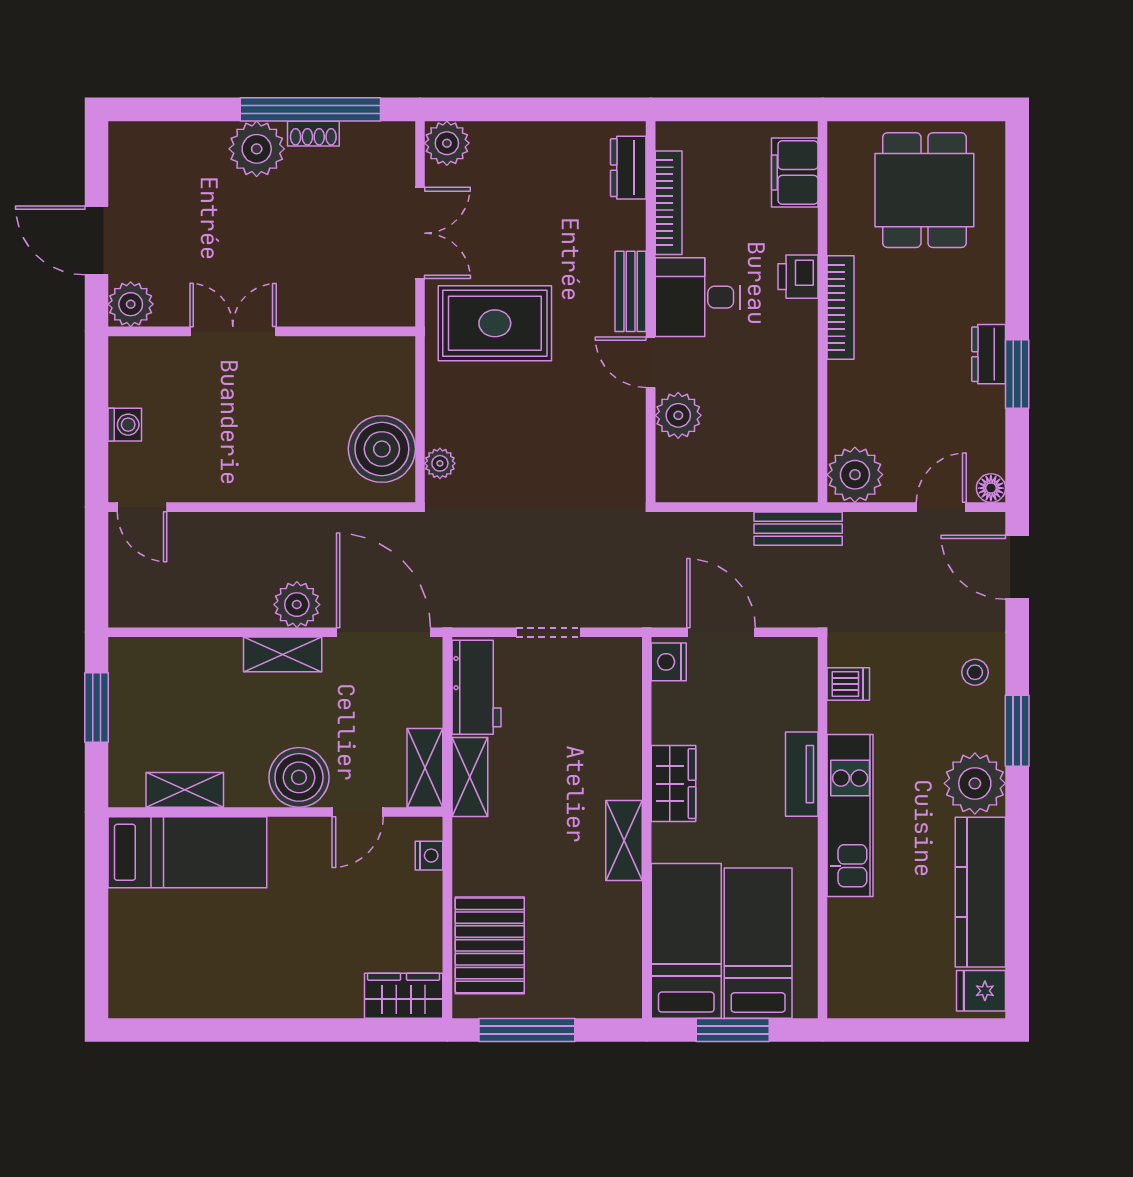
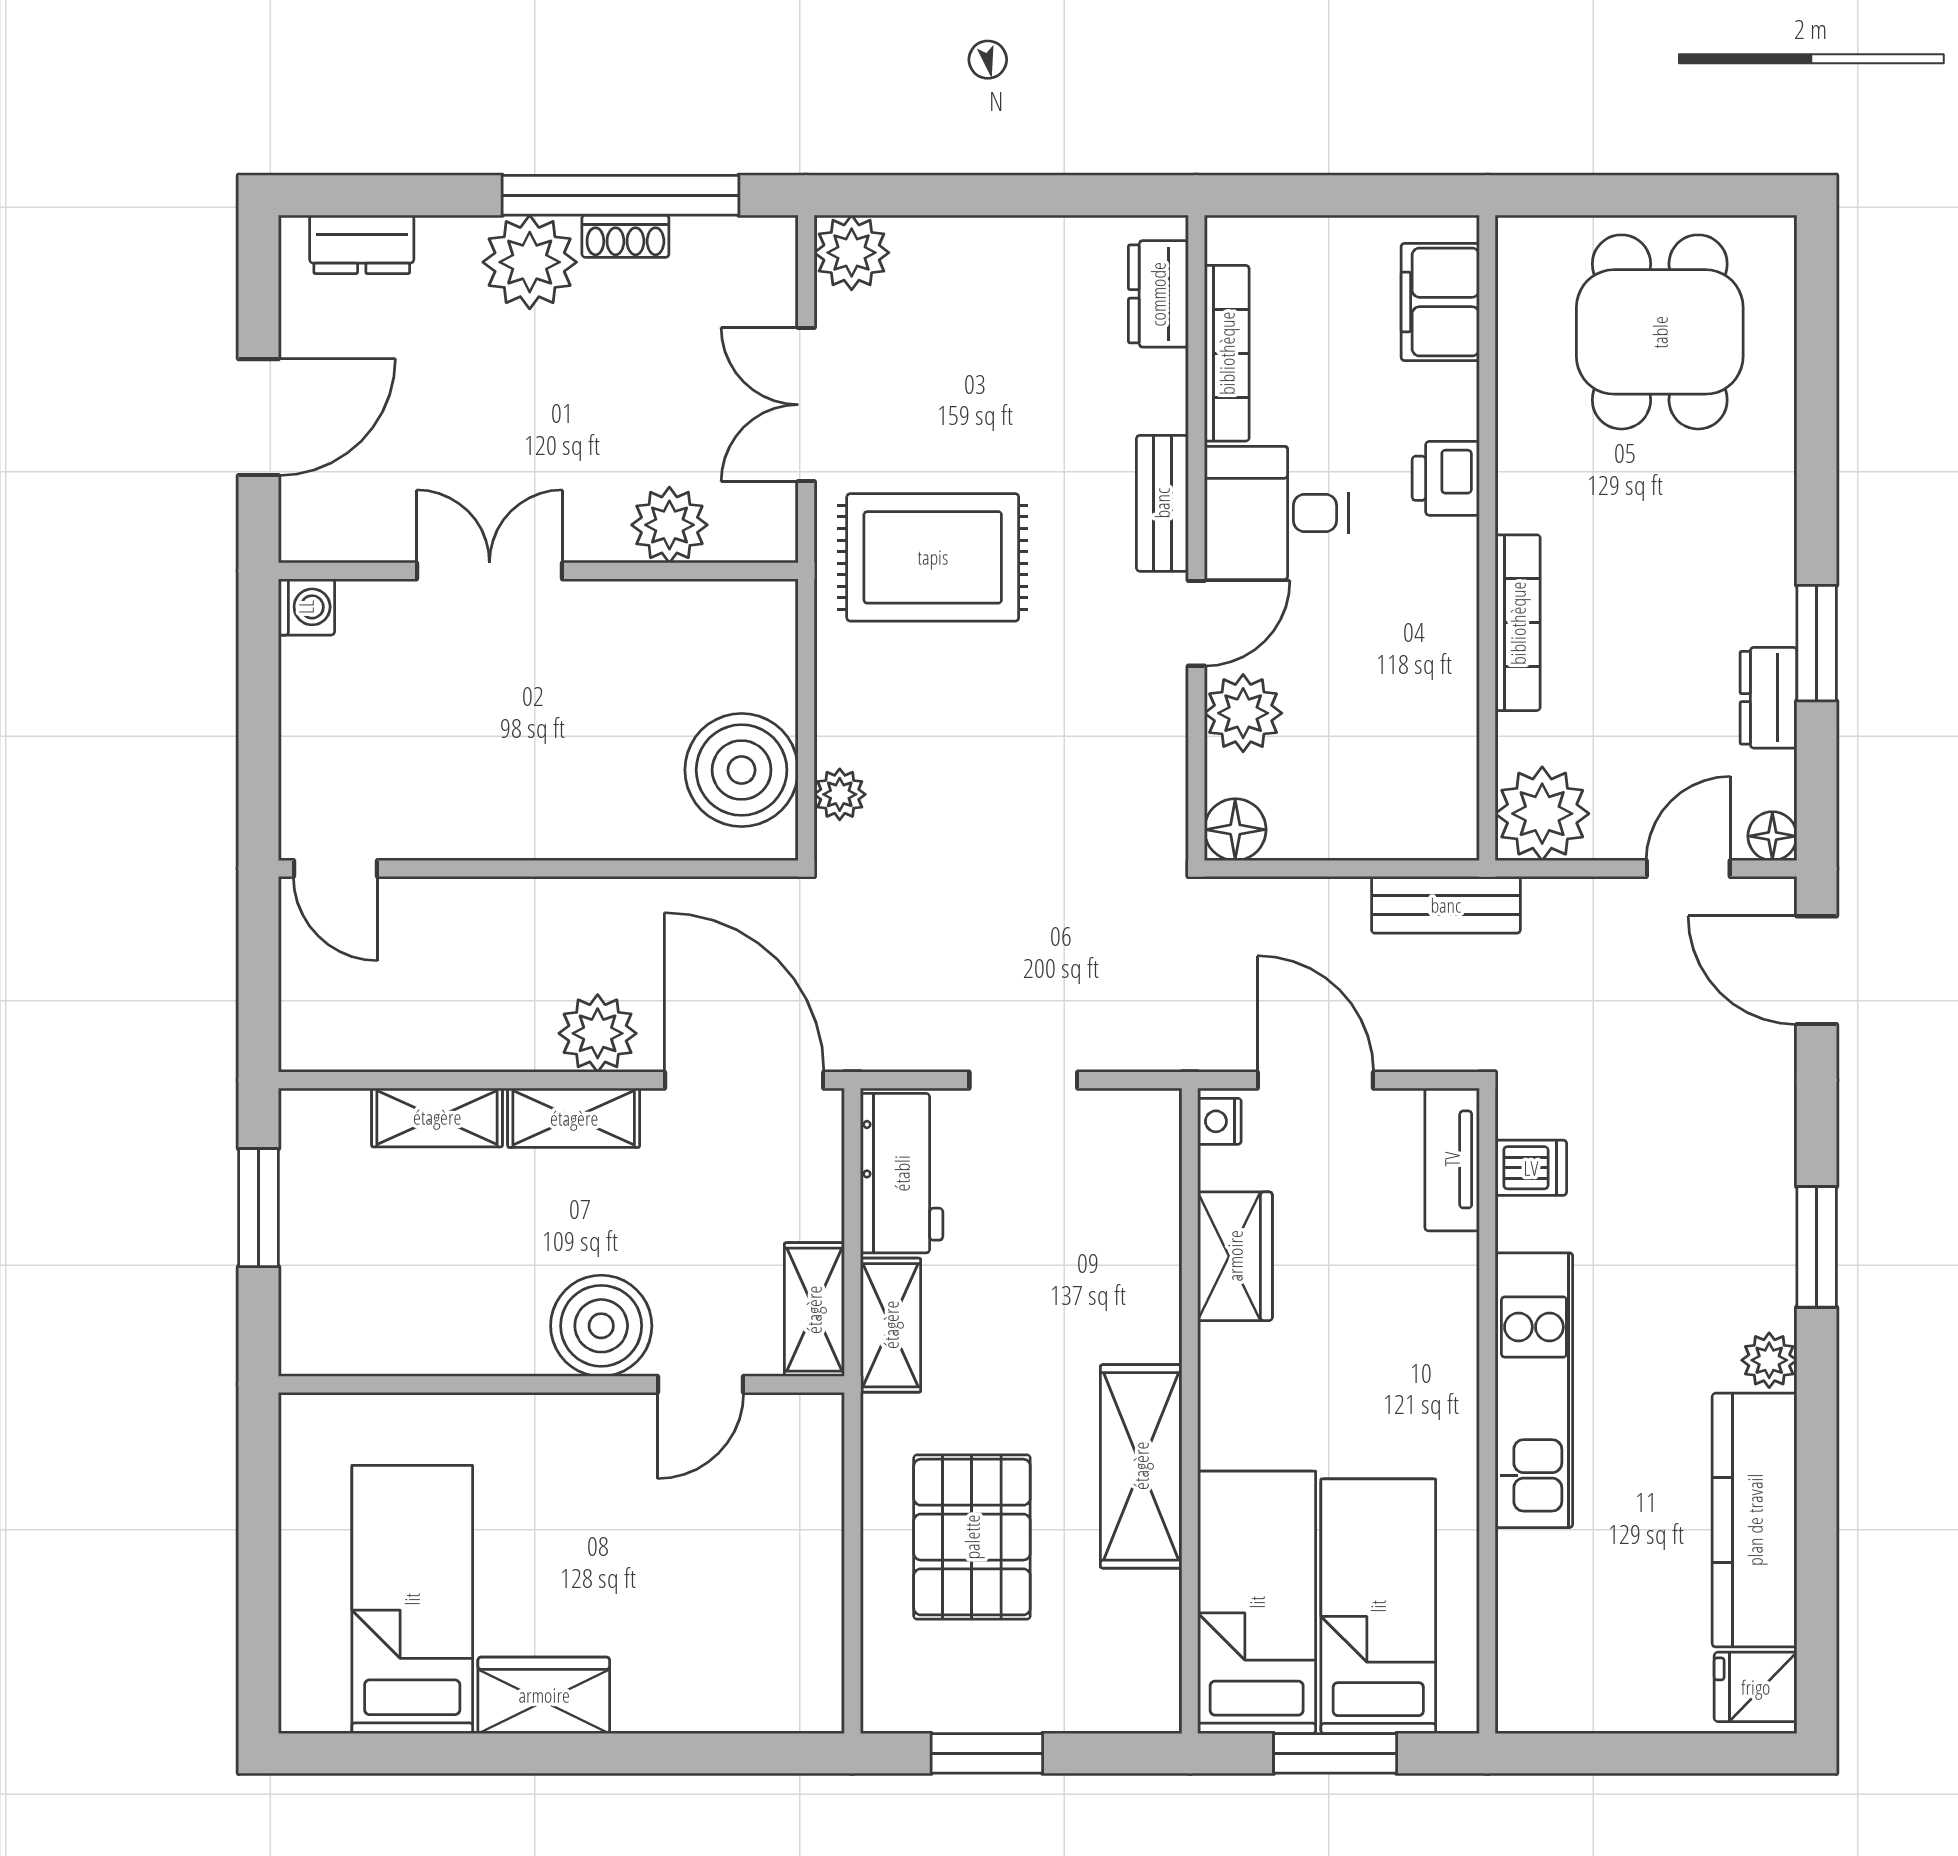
dresser: (157, 138) -> (362, 244), added
double door: (420, 233) -> (806, 405), swing flipped
door: (96, 240) -> (259, 417), swing flipped
plant: (131, 304) -> (669, 525), moved
bookcase: (841, 308) -> (1518, 623), moved
dresser: (989, 354) -> (1768, 698), moved
door: (651, 362) -> (1196, 623), swing flipped
washing machine: (125, 425) -> (306, 607), moved
floor lamp: (674, 484) -> (1235, 830), added
nightstand: (669, 662) -> (1219, 1121), width x0.72, depth x0.74
stool: (975, 672) -> (1745, 1148), removed
tv unit: (802, 774) -> (1452, 1159), moved
plant: (975, 783) -> (1769, 1360), width x0.53, depth x0.53
wardrobe: (673, 784) -> (1235, 1256), moved
shelving: (185, 790) -> (437, 1117), moved
shelving: (624, 840) -> (1141, 1466), width x1.50, depth x1.33
bed: (187, 852) -> (412, 1599), moved, turned -90
nightstand: (429, 856) -> (821, 1458), removed
pallet: (490, 945) -> (972, 1537), moved
wardrobe: (404, 996) -> (544, 1695), moved
window: (527, 1030) -> (987, 1753), width x0.69

